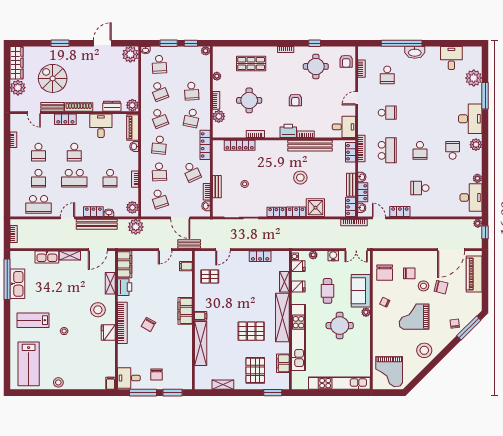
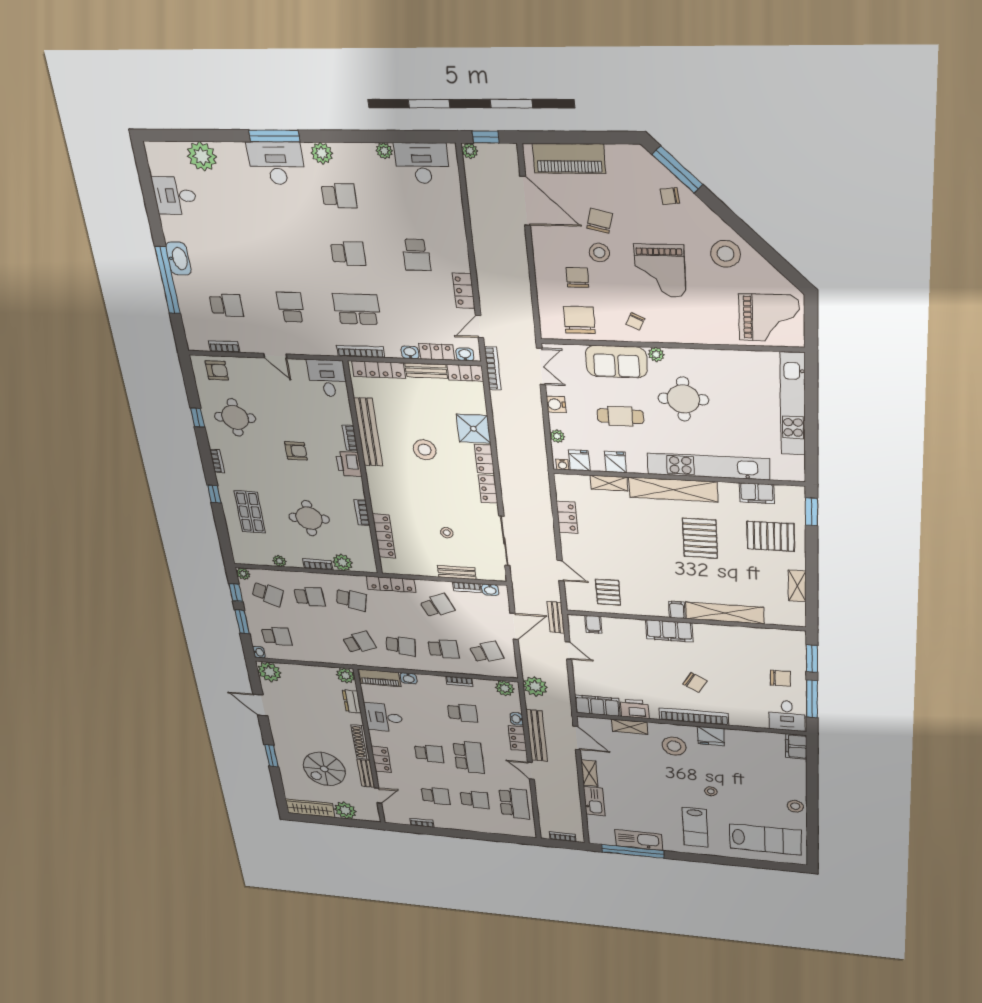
window: (262, 43) -> (214, 494), added
school desk: (159, 91) -> (268, 594), moved, turned 42
window: (485, 96) -> (274, 136), moved
school desk: (453, 150) -> (339, 196), turned 180
locker: (350, 152) -> (378, 370), width x1.53
chair: (385, 273) -> (579, 320), turned -90
filing cabinet: (111, 383) -> (796, 746), width x2.00

